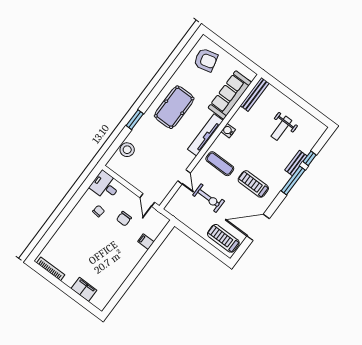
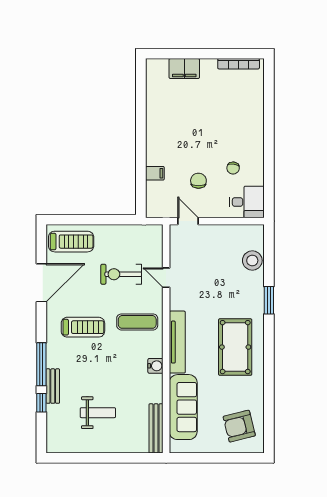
weight bench: (281, 128) -> (98, 413), turned 90

